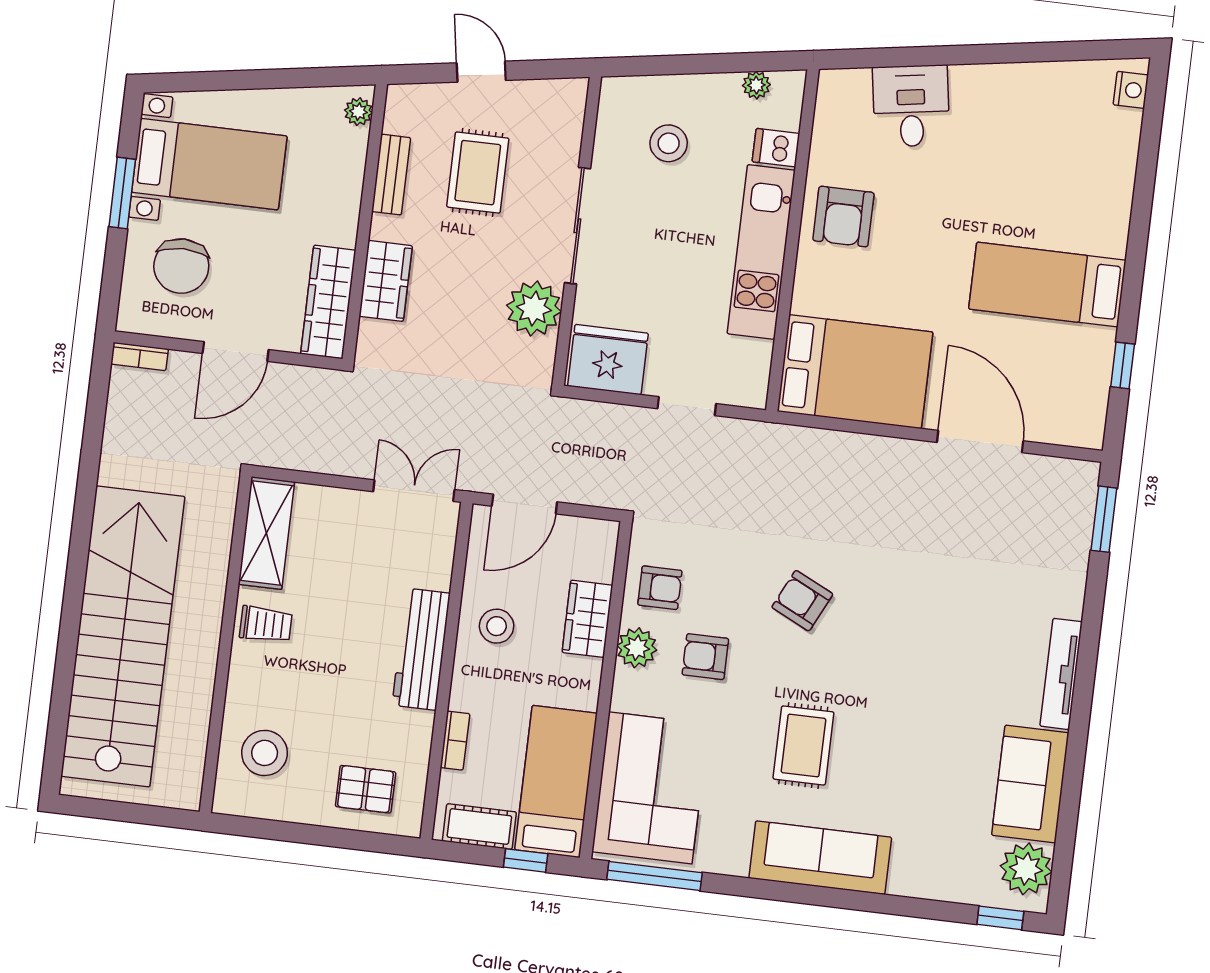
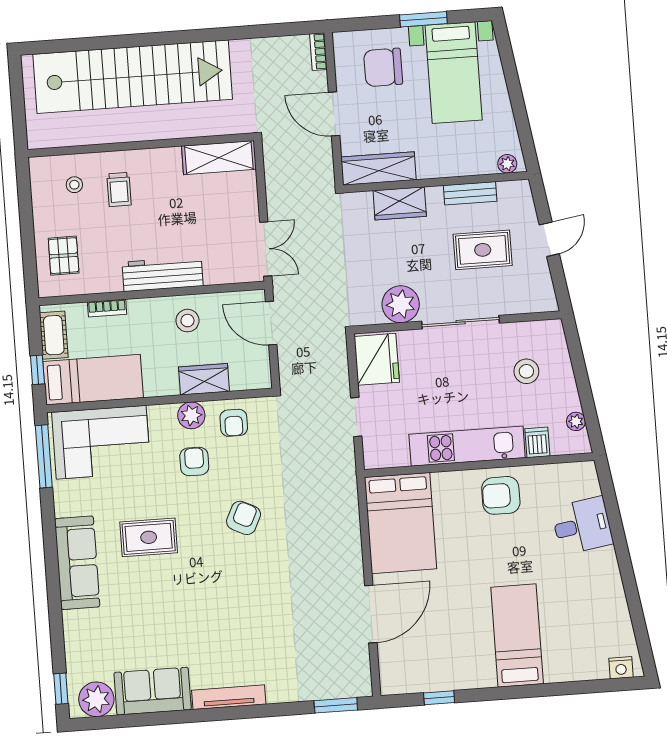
bed: (1047, 285) -> (517, 635), moved
trolley: (266, 624) -> (119, 189), moved
stool: (265, 753) -> (74, 185), width x0.53, depth x0.53

